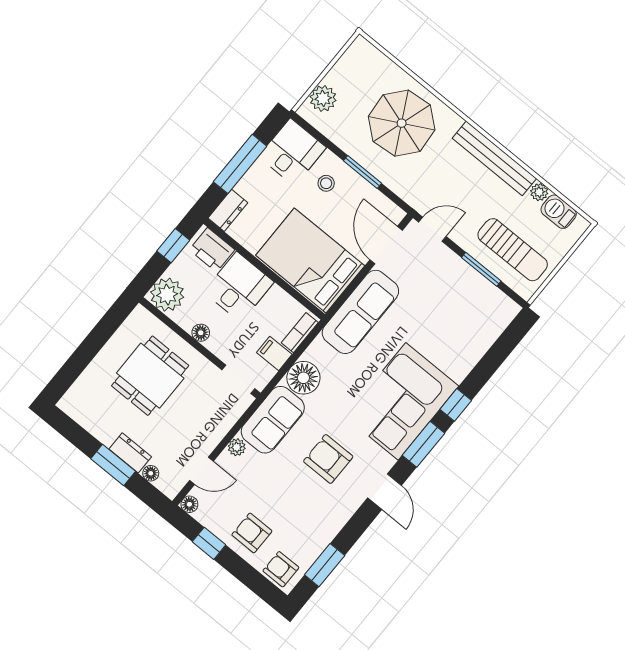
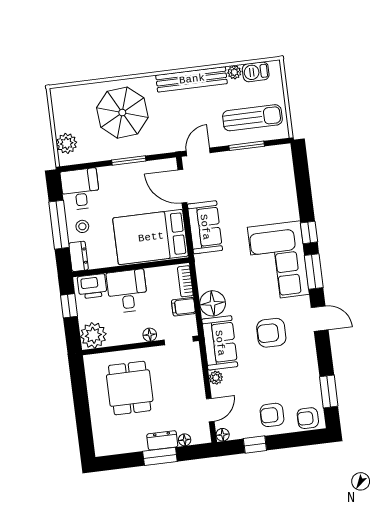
stool: (326, 183) -> (82, 226), moved
sofa: (360, 312) -> (205, 227), width x0.73
floor lamp: (201, 333) -> (150, 335), moved

